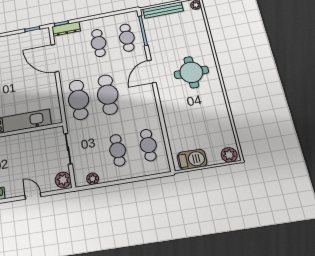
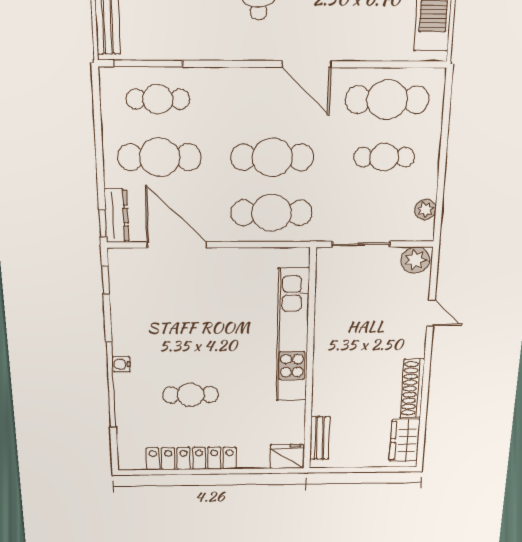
cafe table: (99, 43) -> (159, 157), width x1.37, depth x1.35
door: (55, 58) -> (177, 245), swing flipped
door: (152, 72) -> (307, 64), moved
cafe table: (148, 145) -> (387, 100), width x1.37, depth x1.35
door: (33, 196) -> (431, 313), swing flipped

